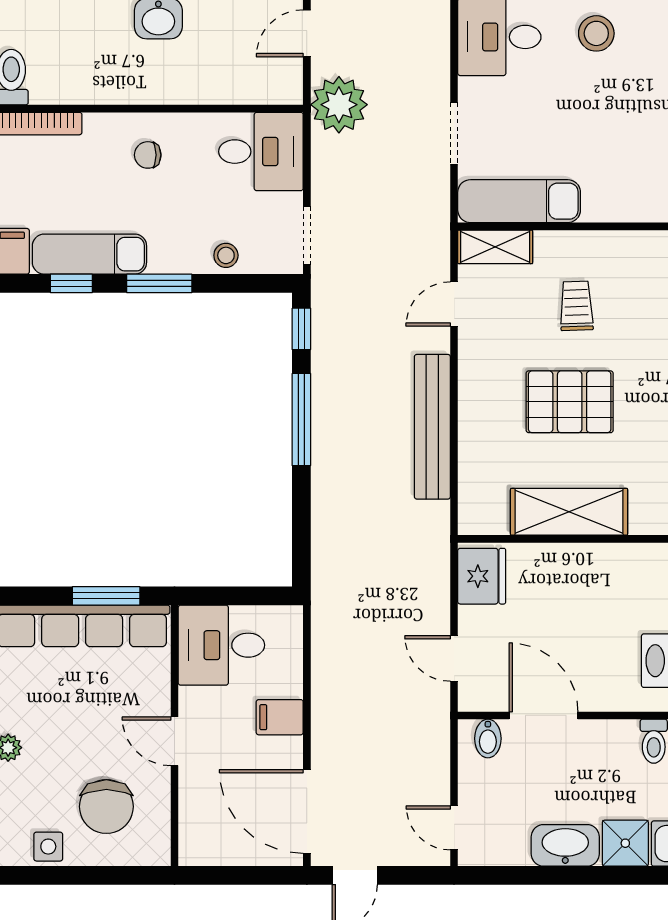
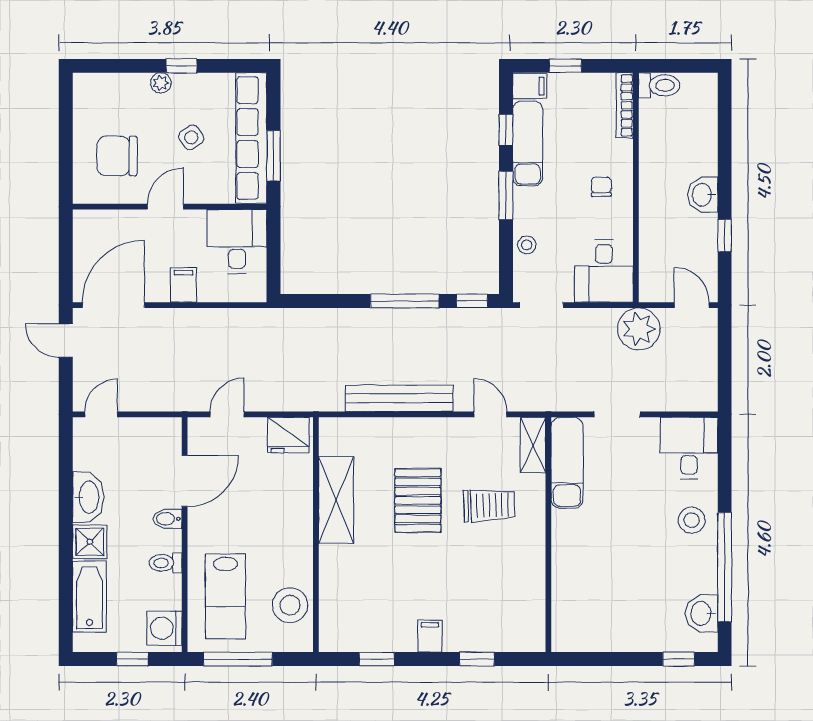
trolley: (576, 306) -> (489, 505), width x1.36, depth x1.39
bidet: (488, 739) -> (168, 519), moved
side table: (48, 847) -> (191, 137), moved, turned -34

